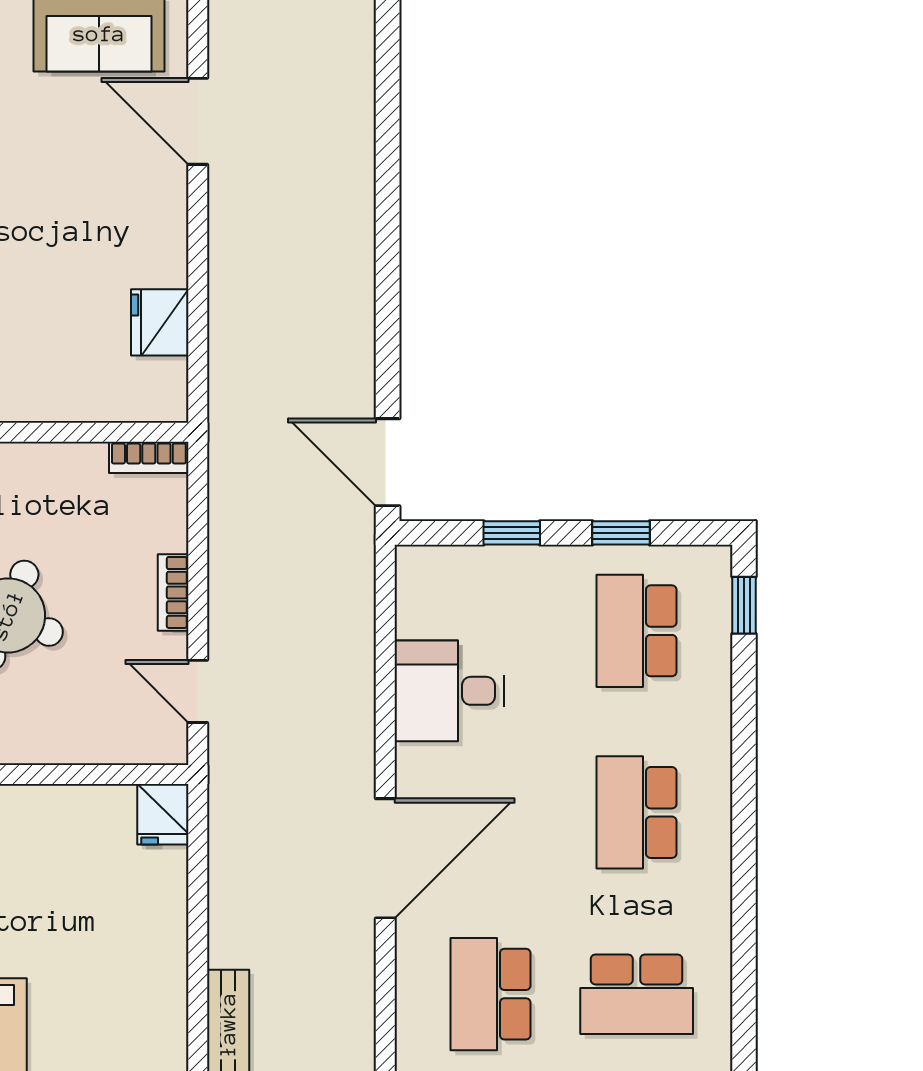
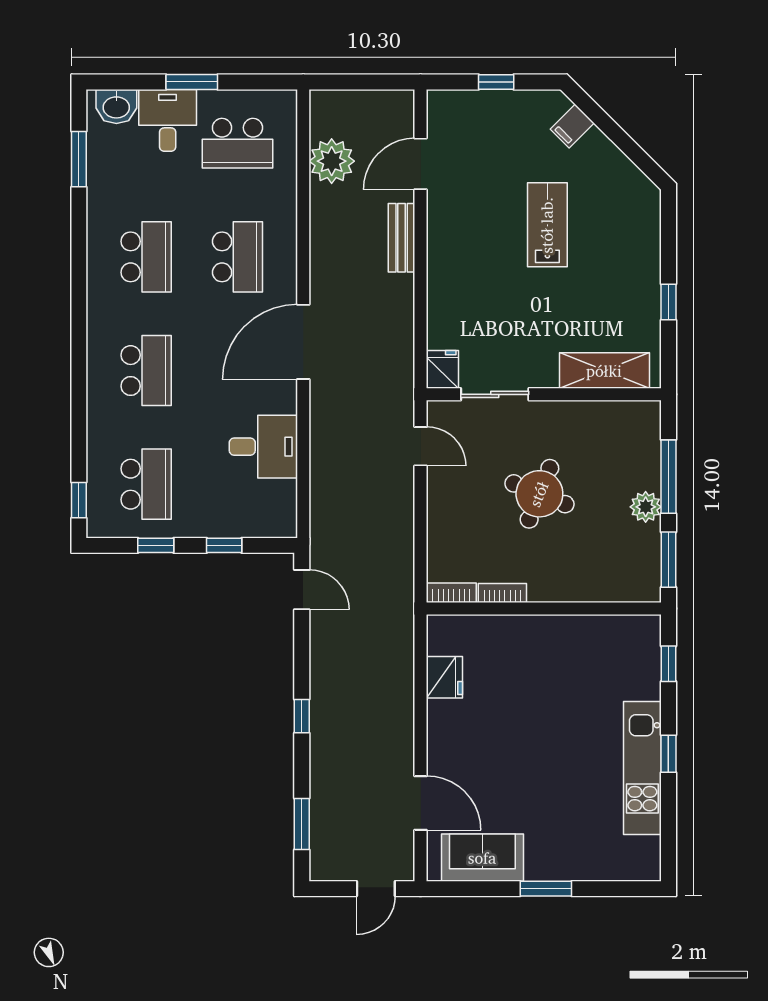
window: (388, 88) -> (302, 824), added
window: (388, 260) -> (302, 716), added
door: (388, 462) -> (302, 590), width x0.73
bookcase: (173, 592) -> (502, 593), moved, turned -90
sliding door: (79, 774) -> (495, 394), added
school desk: (637, 994) -> (146, 257), turned 90

